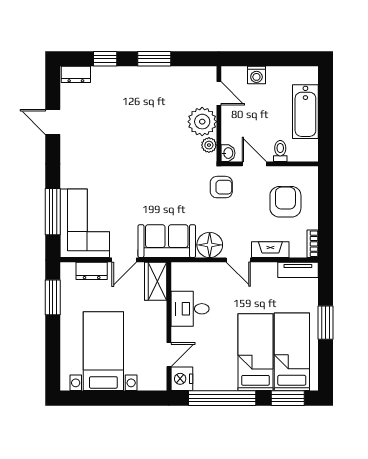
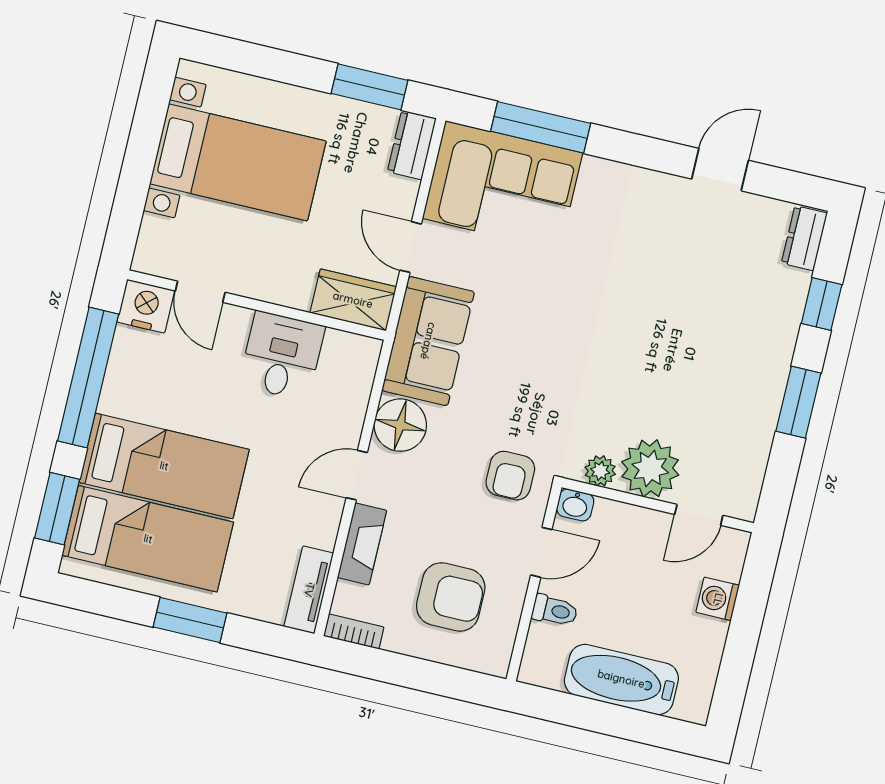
dresser: (92, 271) -> (412, 145), moved

